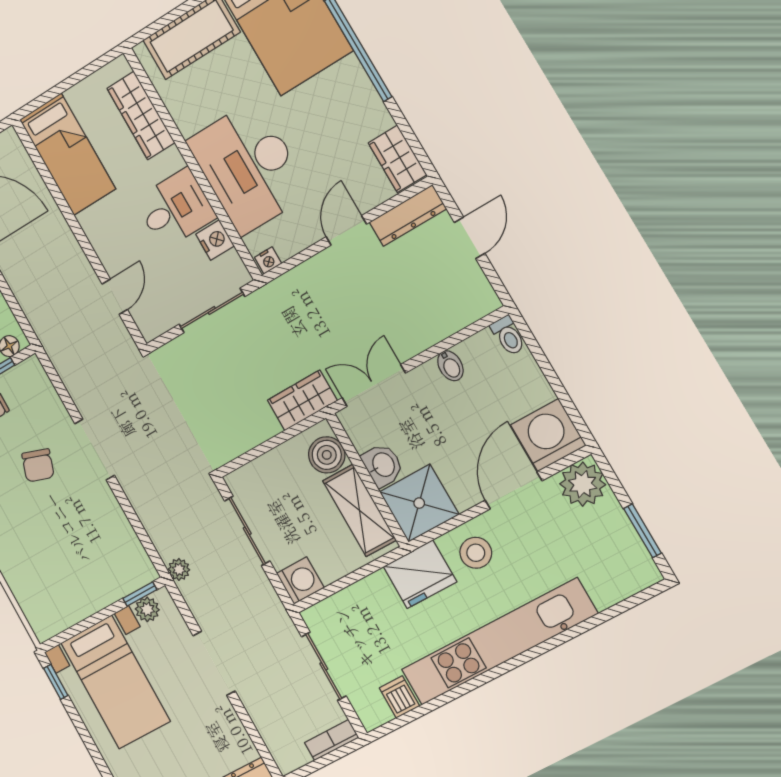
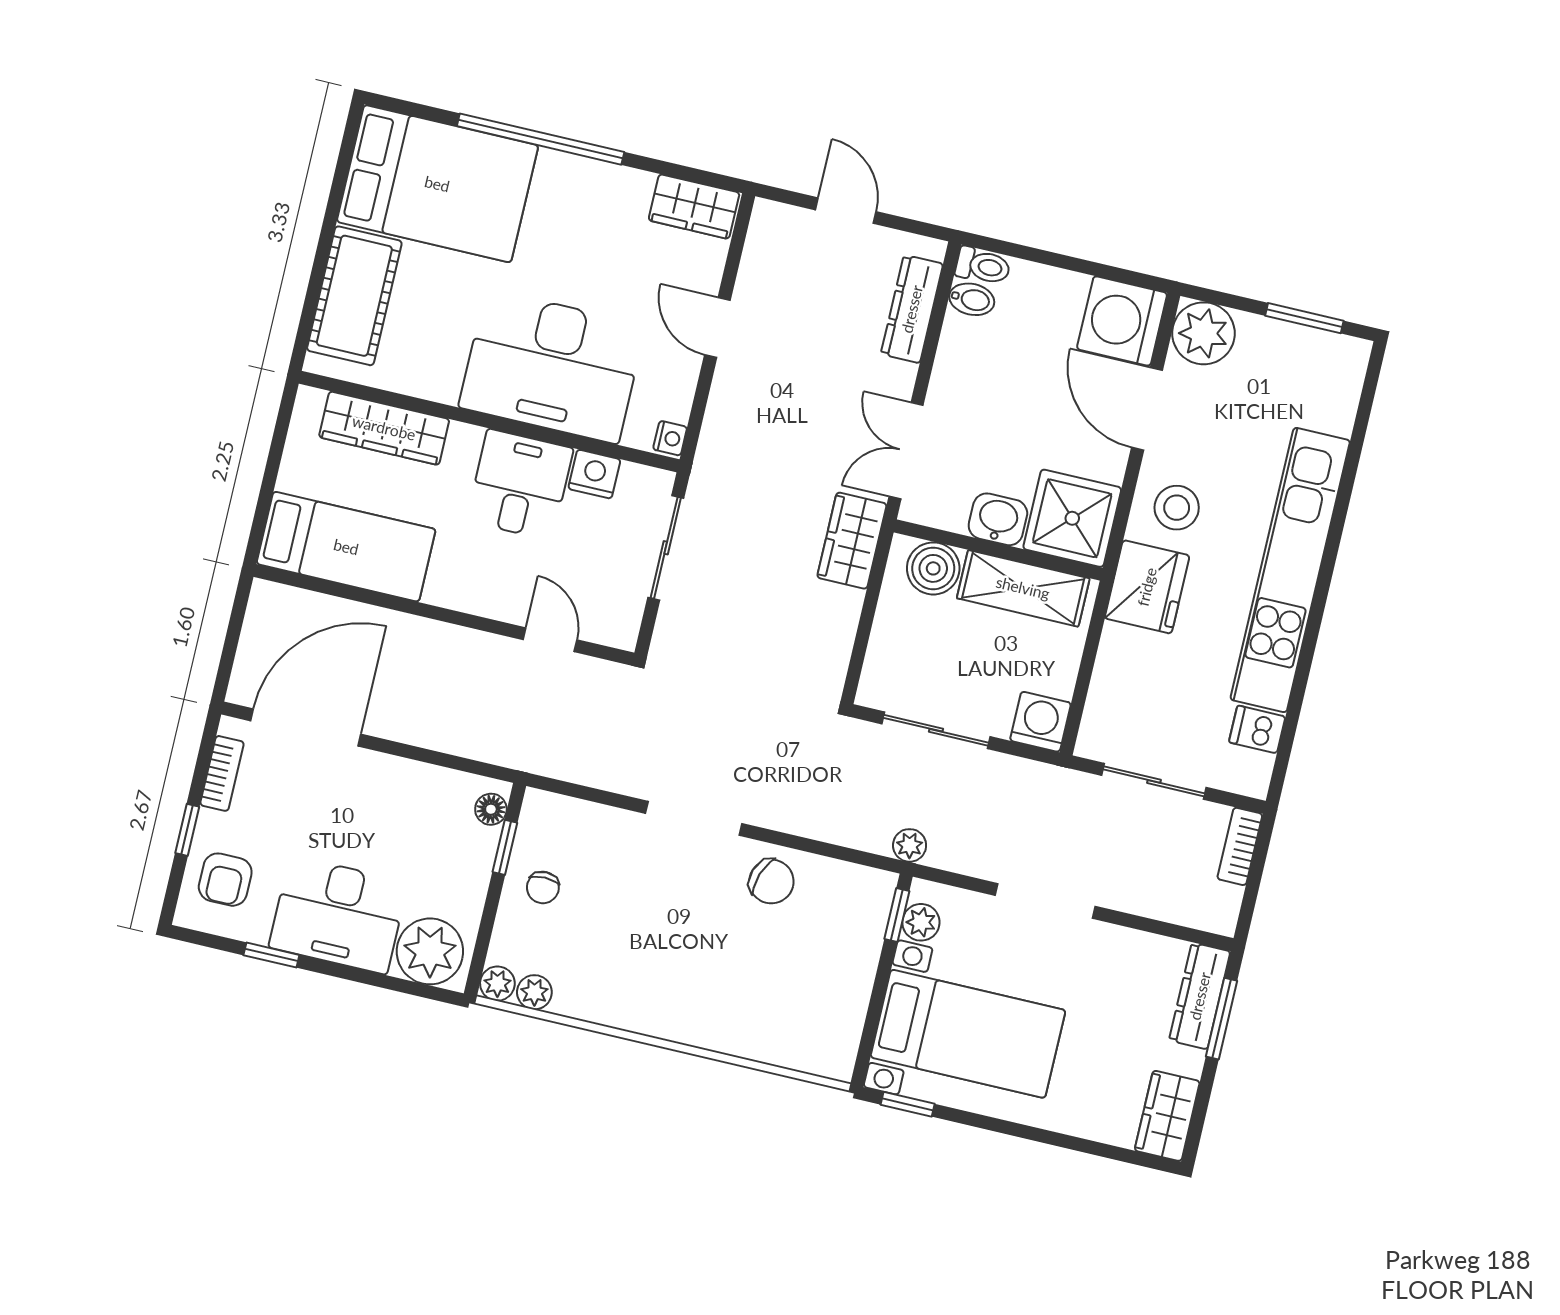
dresser: (408, 216) -> (912, 309), moved, turned 180
bidet: (450, 366) -> (972, 299), moved
chair: (38, 465) -> (771, 882), moved

